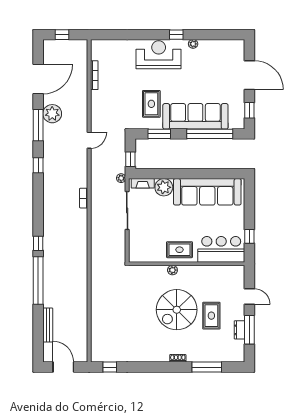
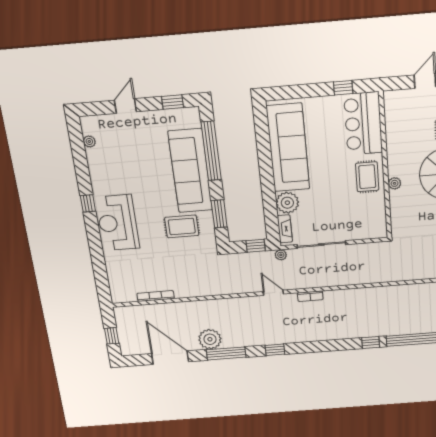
plant: (193, 44) -> (89, 141), moved
door: (249, 75) -> (125, 106), width x0.53
door: (89, 140) -> (273, 293), moved

